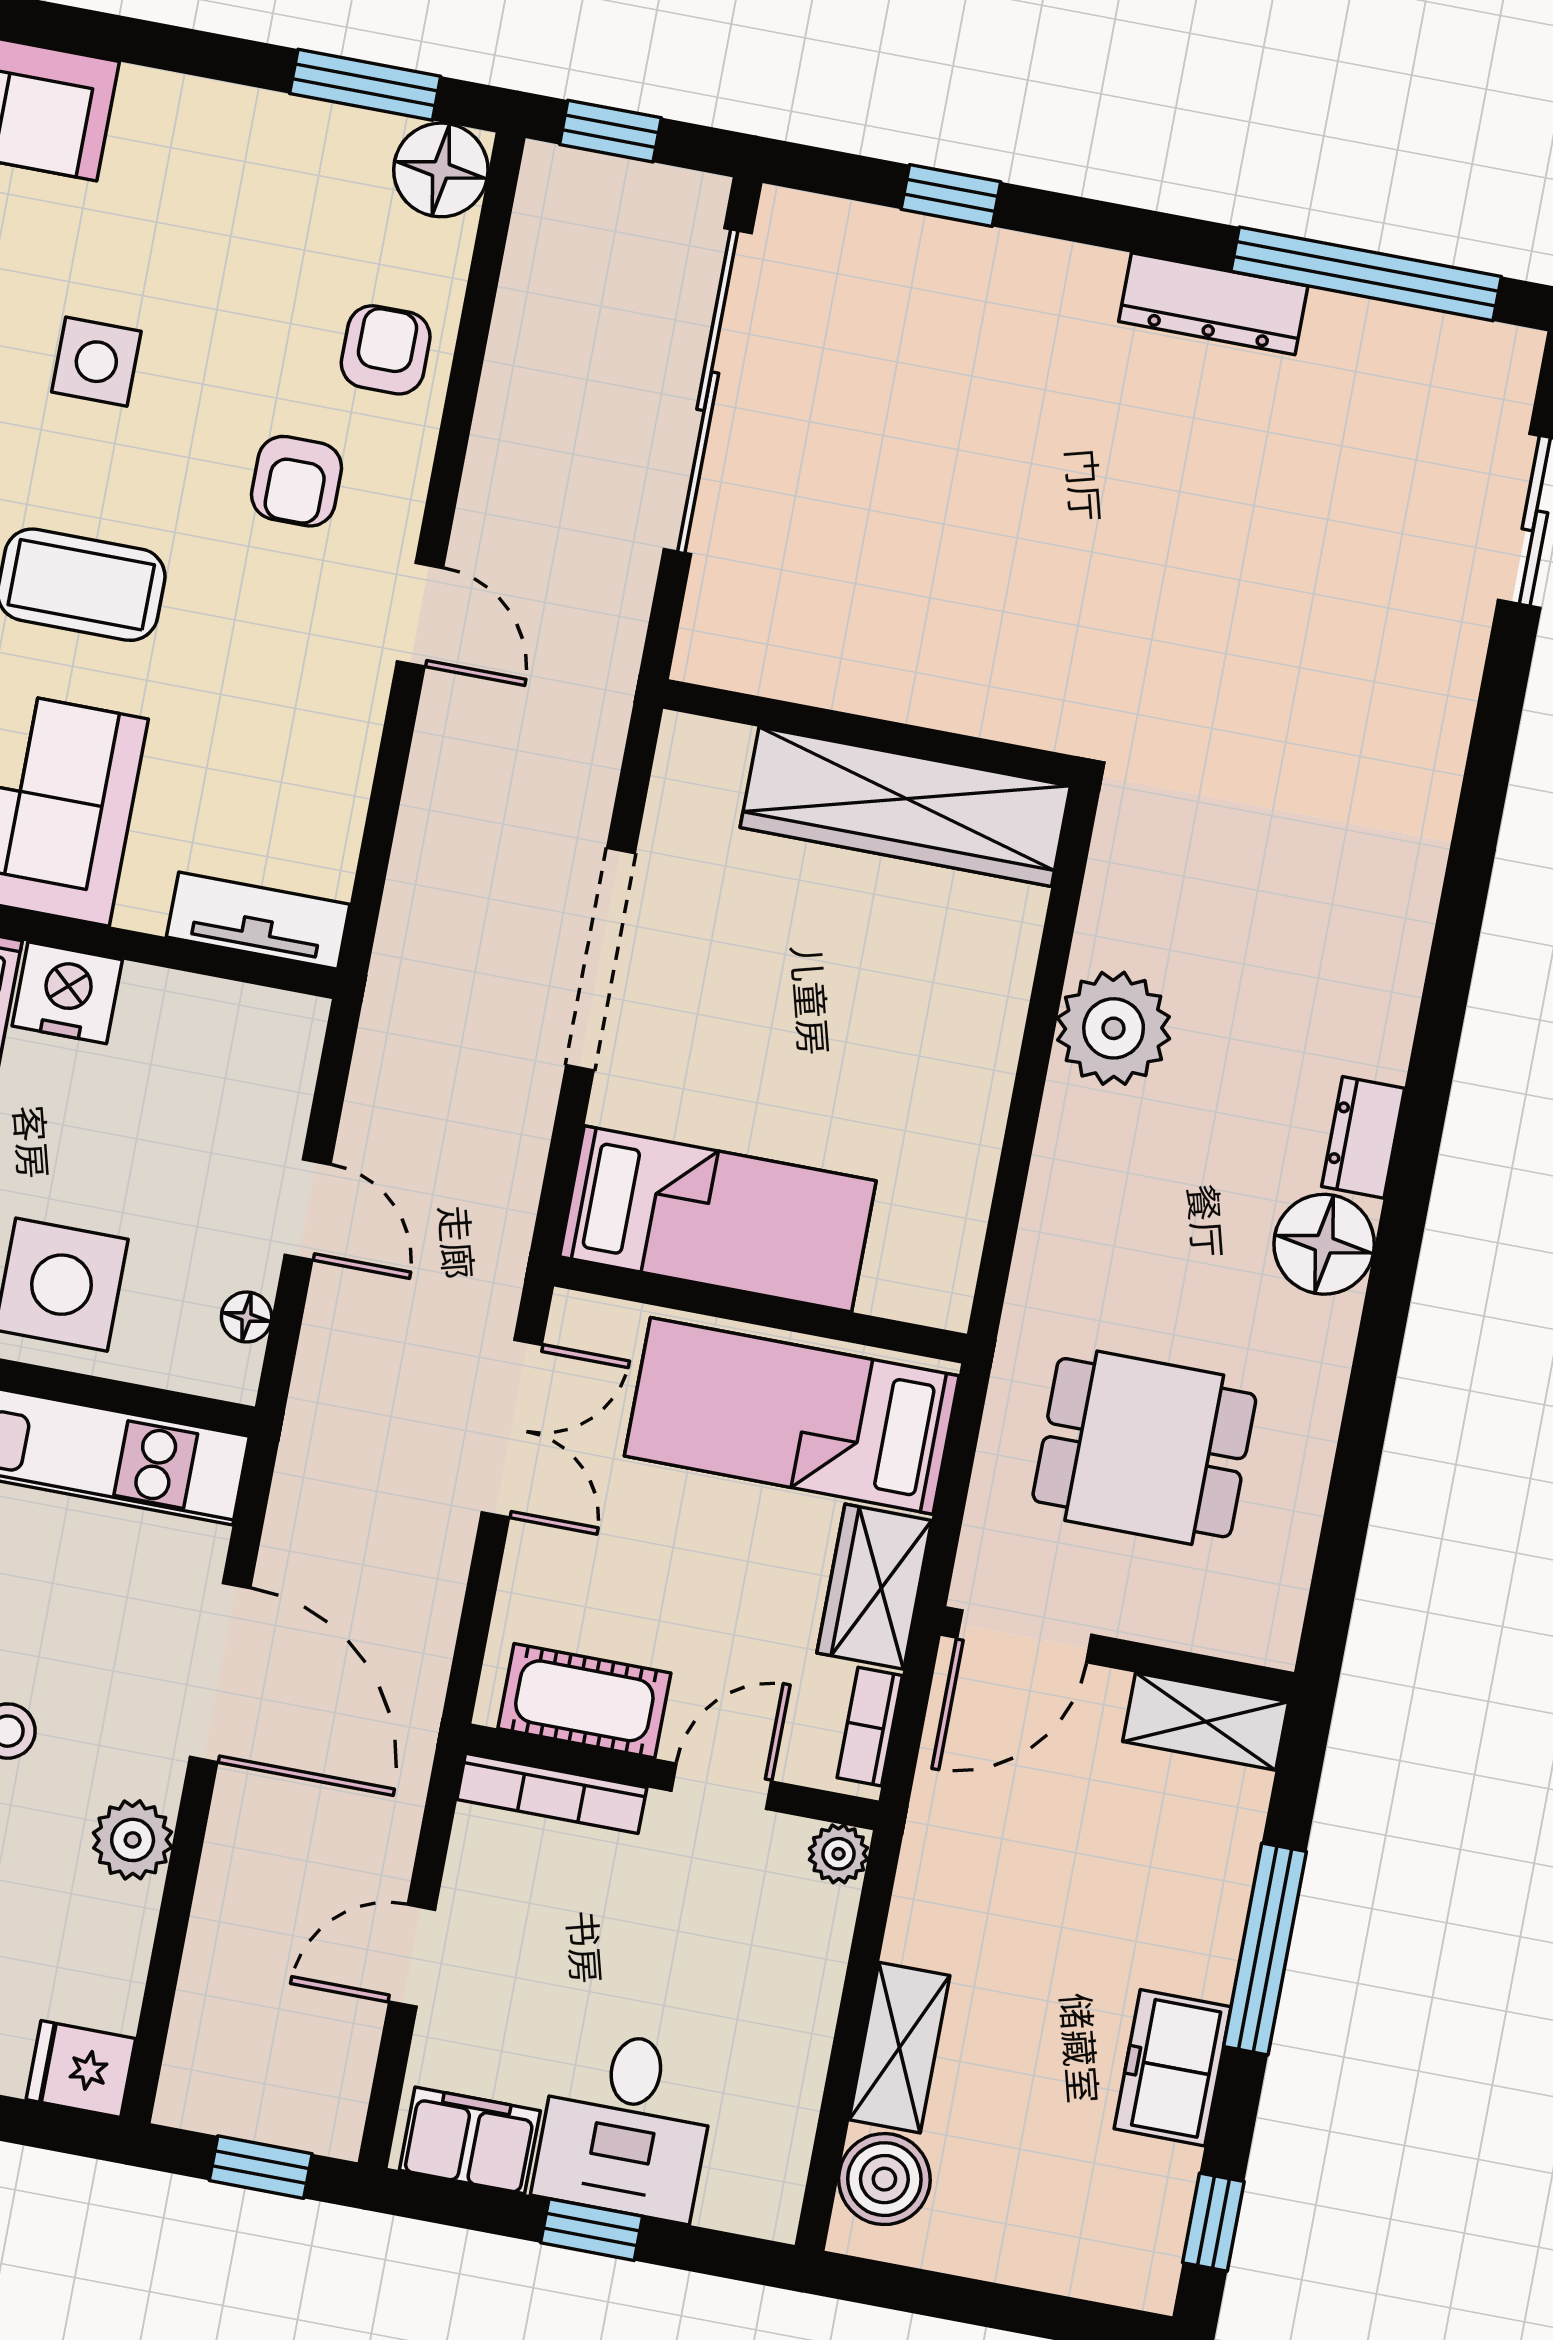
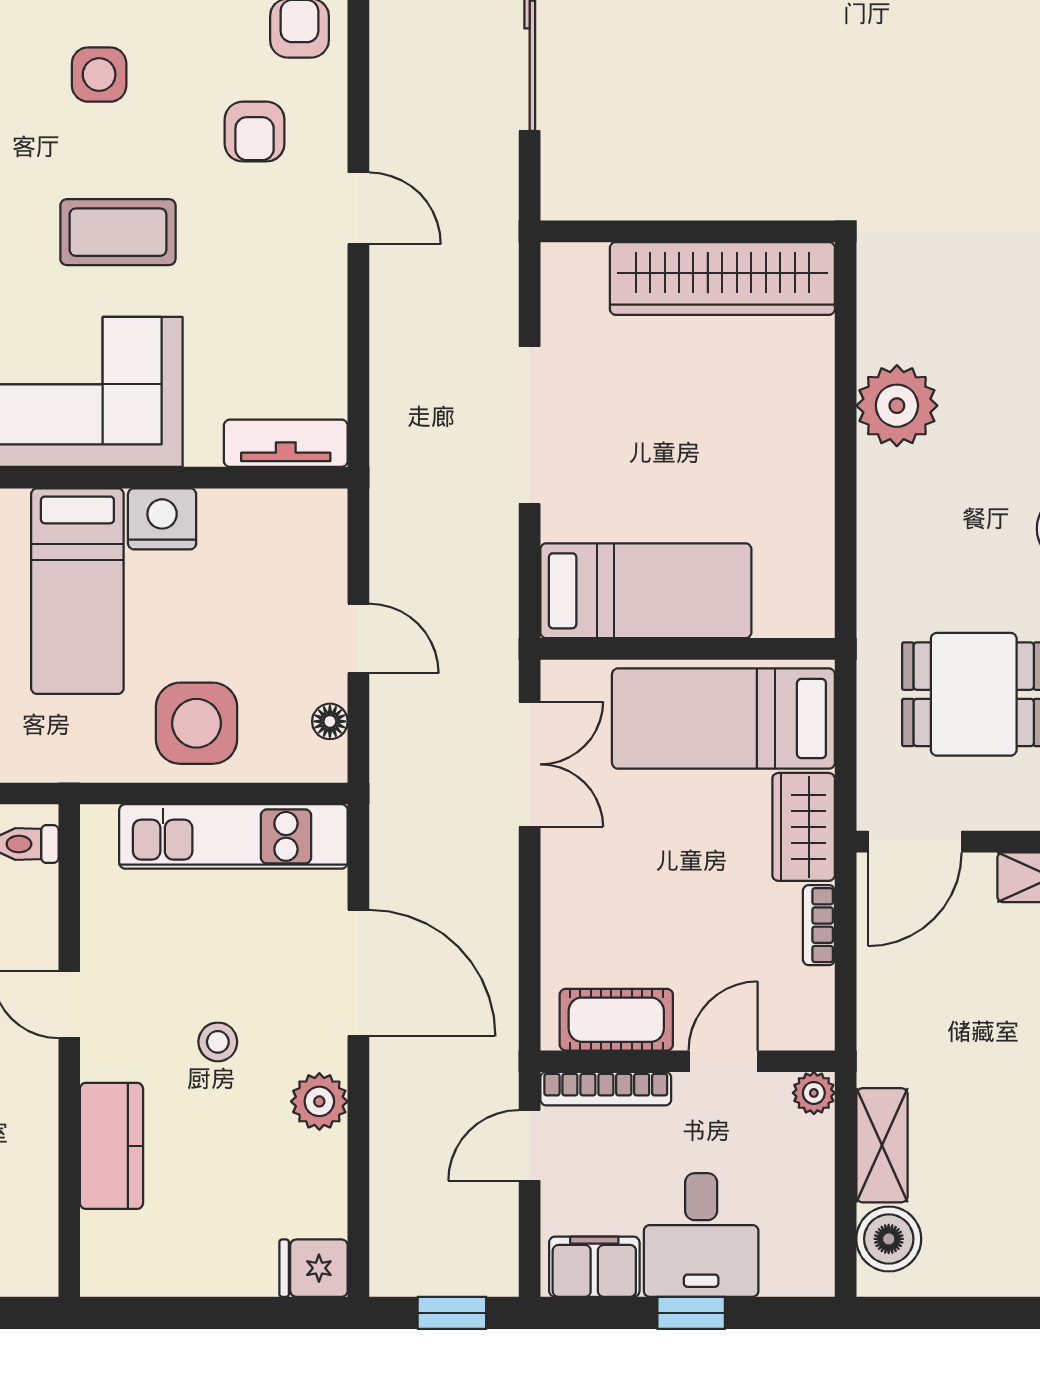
cot: (584, 1701) -> (616, 1020), moved
wall: (672, 1777) -> (688, 1061), moved
door: (721, 1786) -> (723, 1061), moved
bookcase: (552, 1793) -> (606, 1089), moved
plant: (839, 1854) -> (814, 1093), moved

